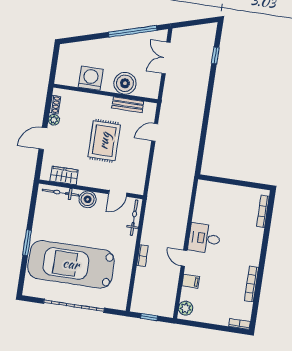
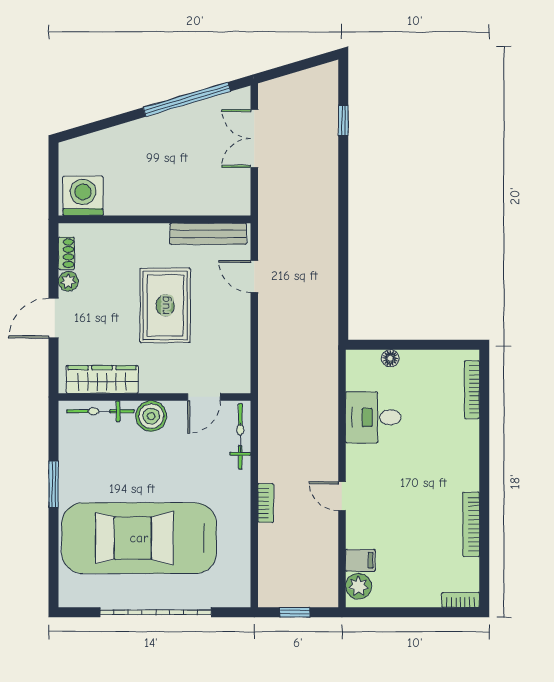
washing machine: (91, 78) -> (83, 196), moved
boiler: (125, 83) -> (187, 196), removed
bench: (128, 105) -> (208, 234), width x1.36
door: (155, 132) -> (254, 276), hinge flipped
wardrobe: (64, 176) -> (102, 379), width x1.50
floor lamp: (221, 188) -> (390, 358), added
desk: (204, 238) -> (373, 417), moved
window: (27, 243) -> (54, 485), moved
filing cabinet: (191, 281) -> (360, 560), moved

